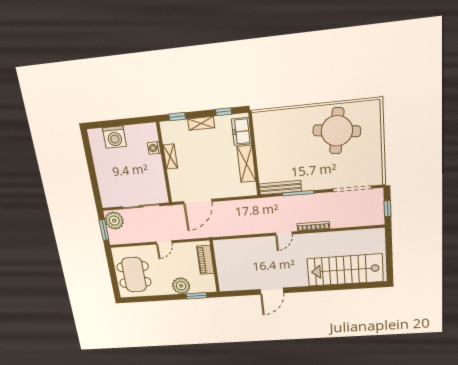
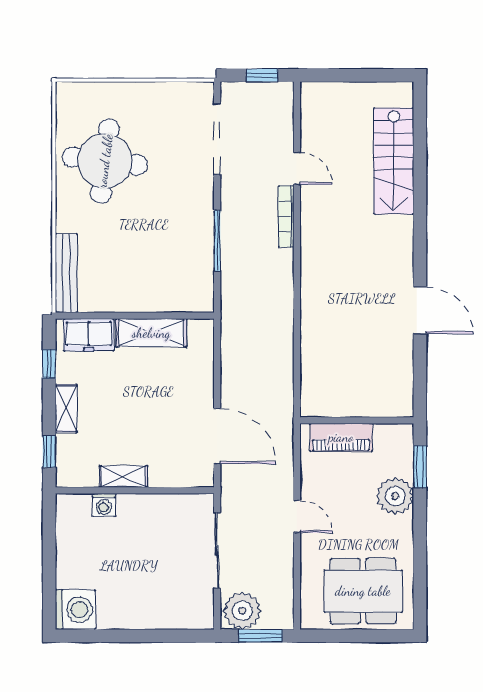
washing machine: (114, 137) -> (75, 610), moved
bench: (280, 188) -> (66, 273), moved
door: (284, 234) -> (297, 169), moved
stairs: (345, 270) -> (394, 161), width x0.73, depth x0.66

